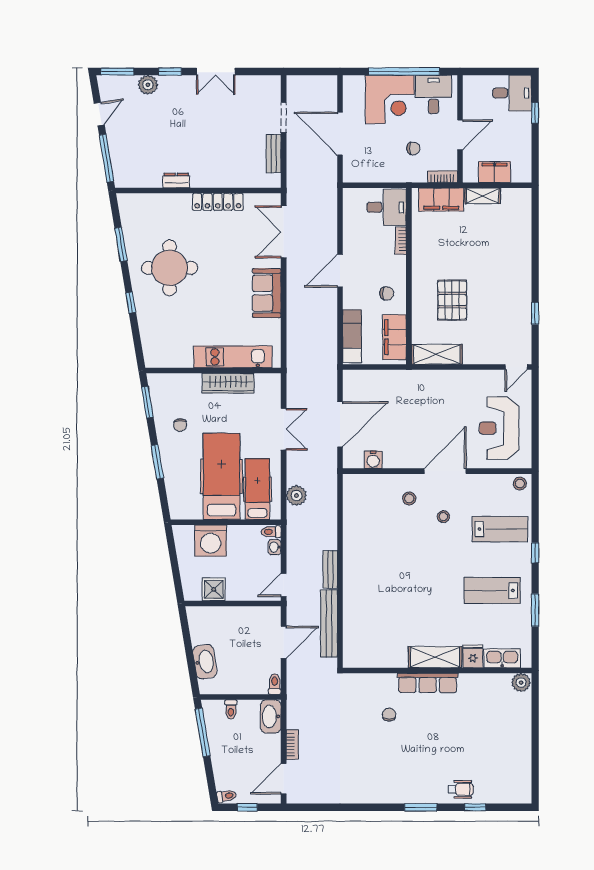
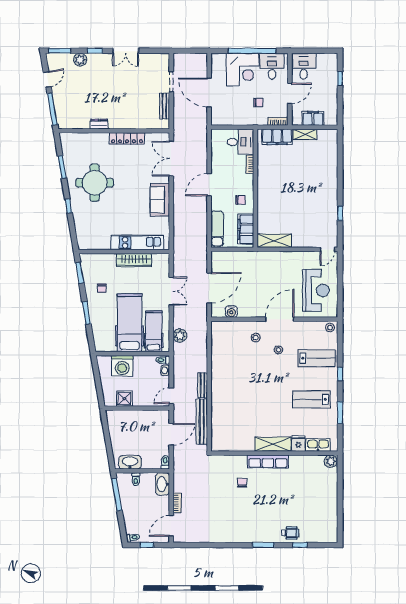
desk: (512, 93) -> (304, 66), moved, turned -90
pallet: (452, 300) -> (284, 204), removed
reception desk: (499, 428) -> (316, 290), turned 180
washbasin: (205, 662) -> (130, 462), moved, turned -81

